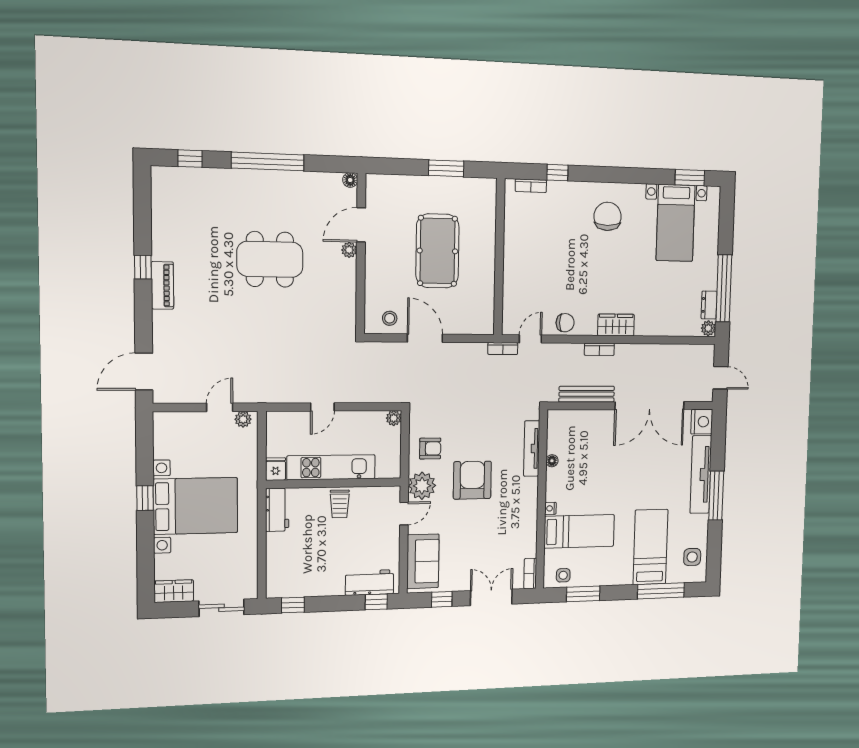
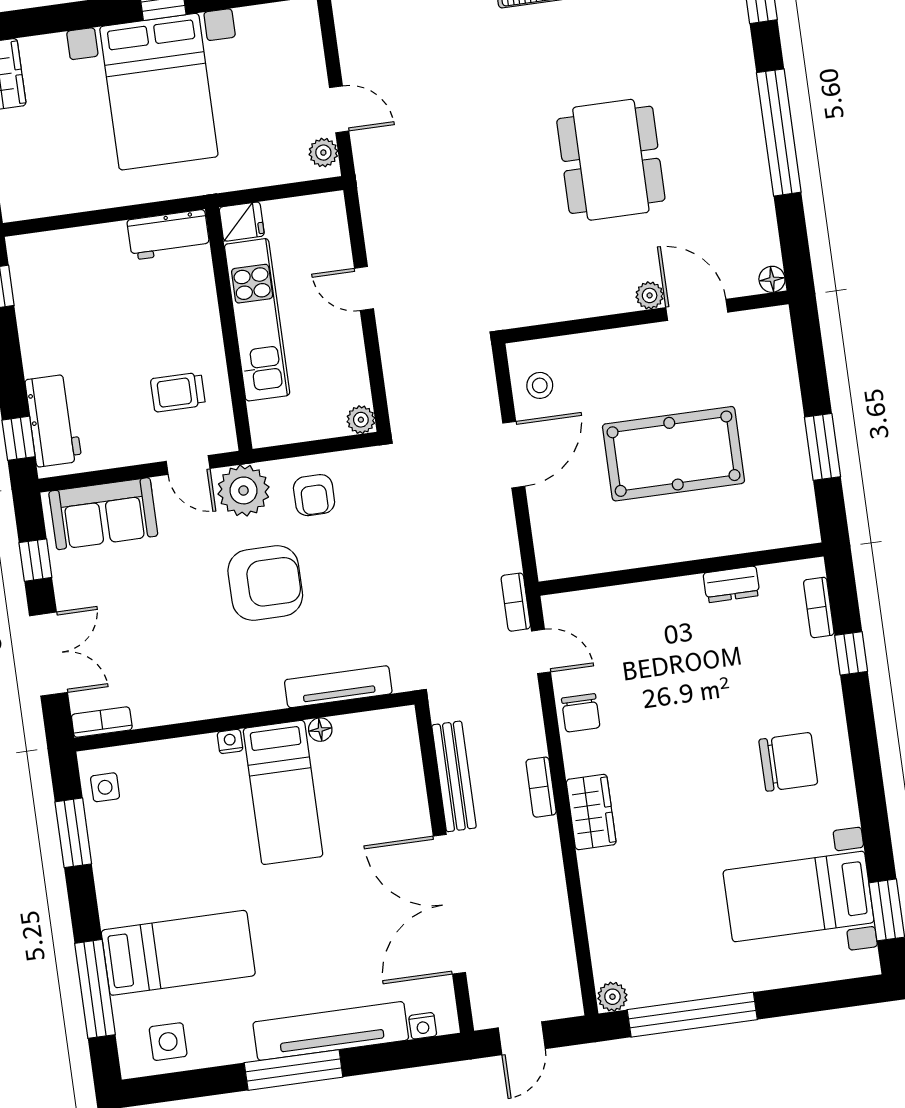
dresser: (709, 305) -> (731, 584), moved, turned 180
nightstand: (702, 422) -> (423, 1026), width x0.53, depth x0.56
trolley: (340, 504) -> (178, 392), moved
bed: (579, 531) -> (283, 792), moved

